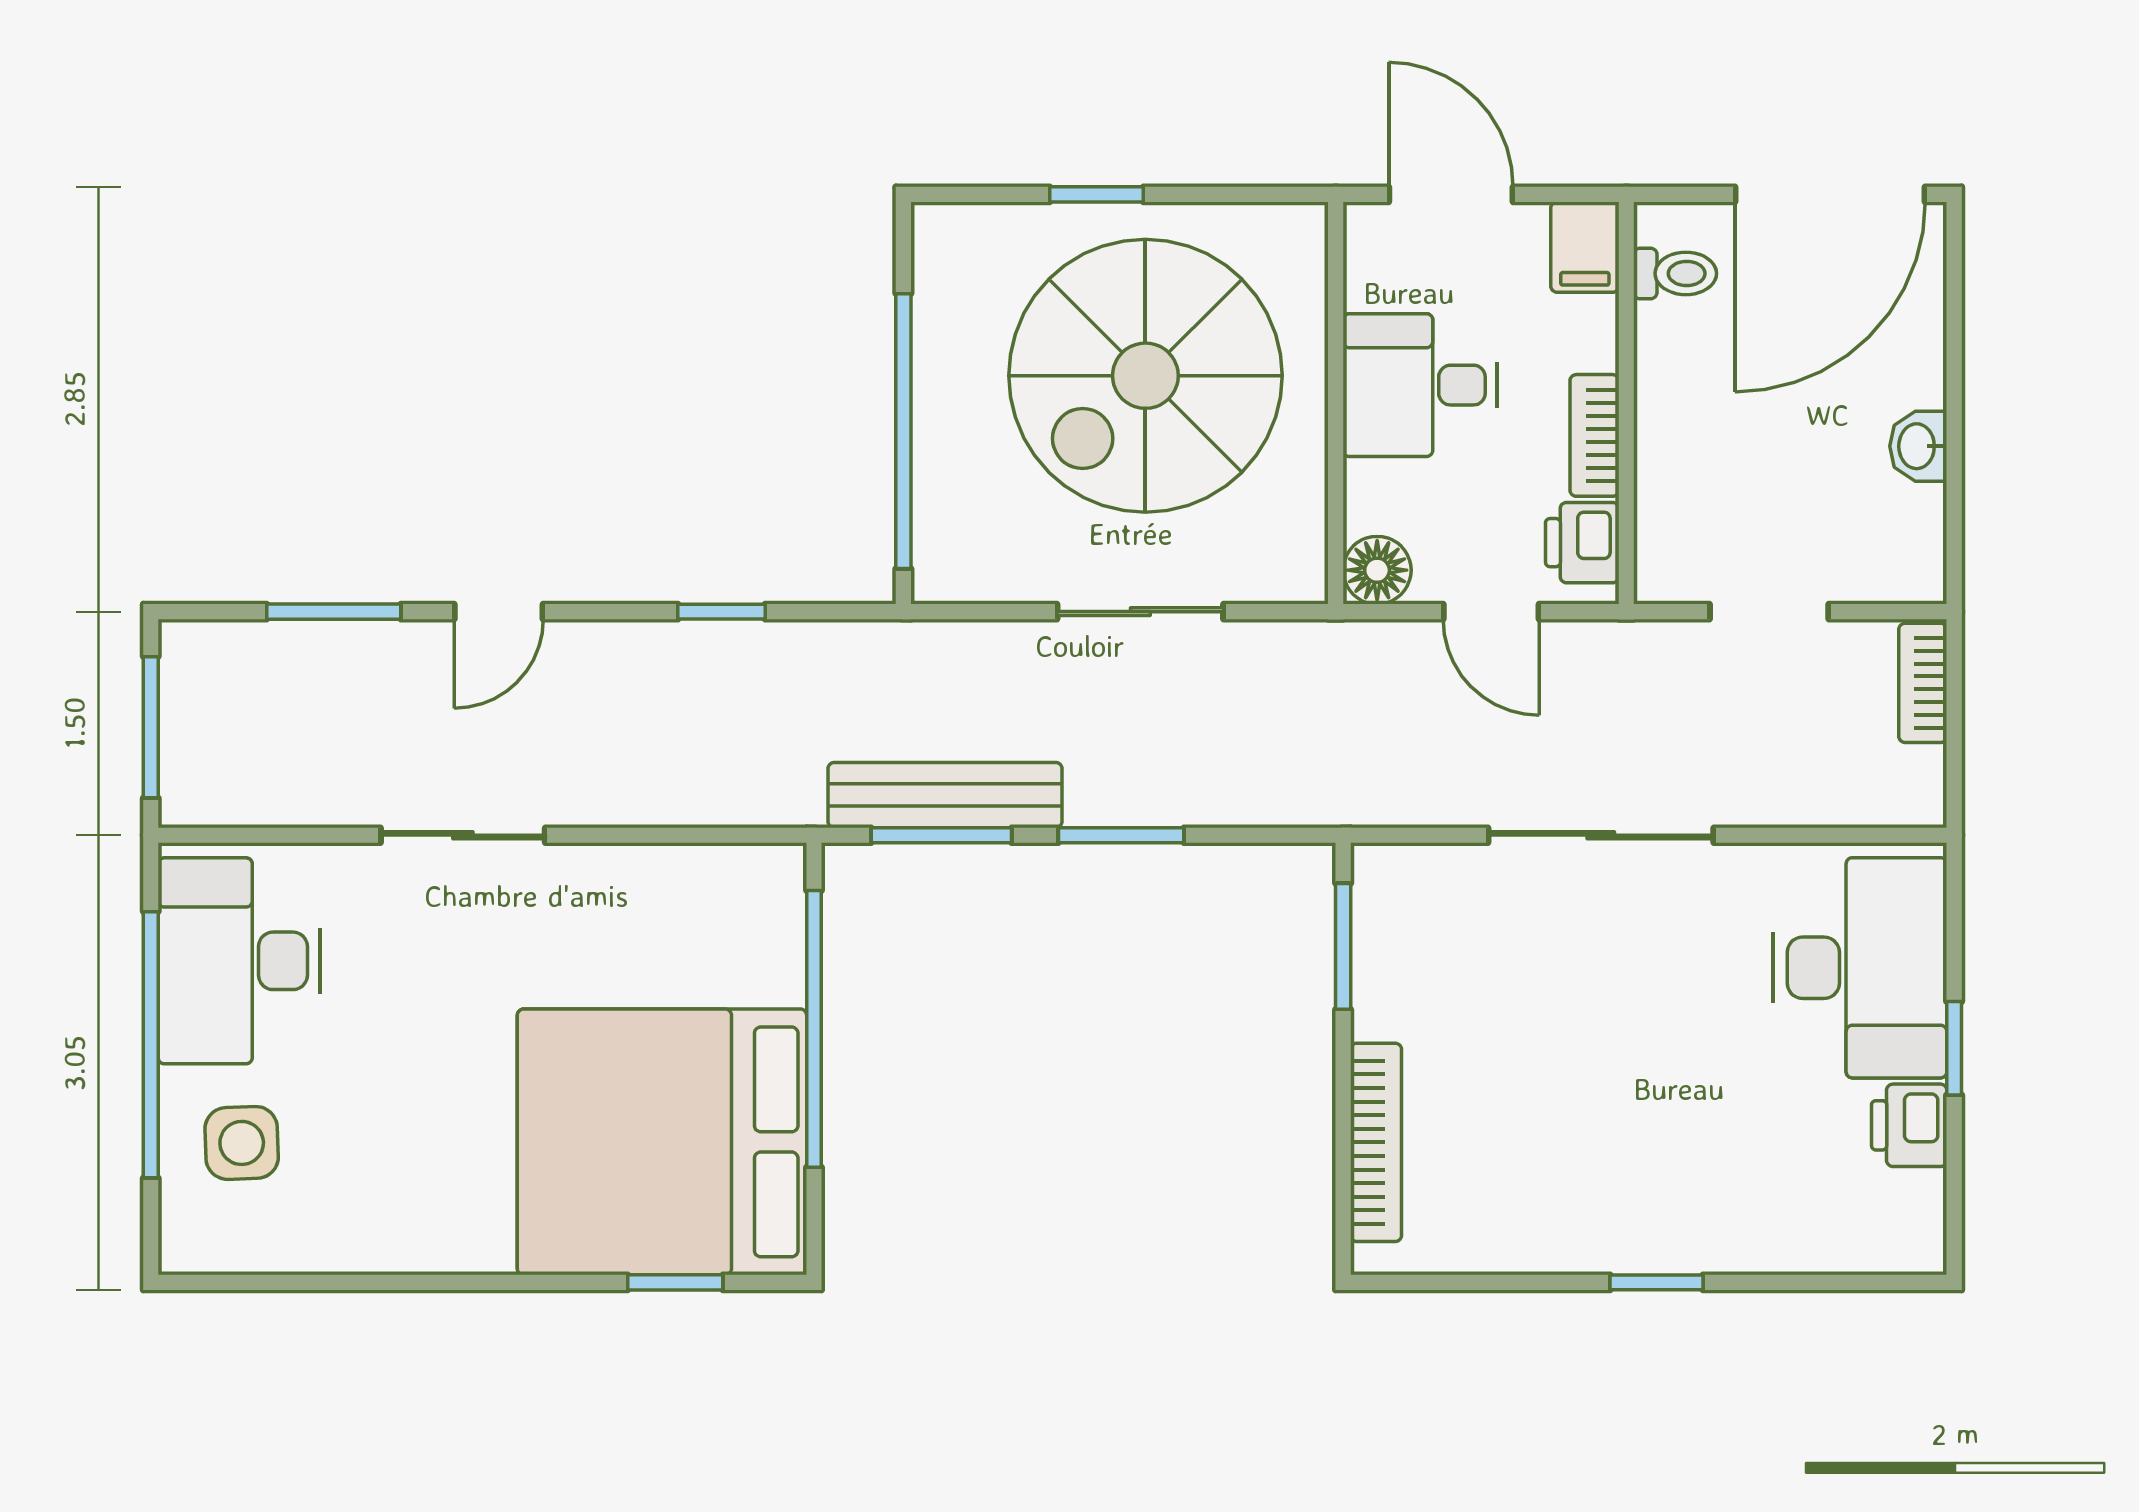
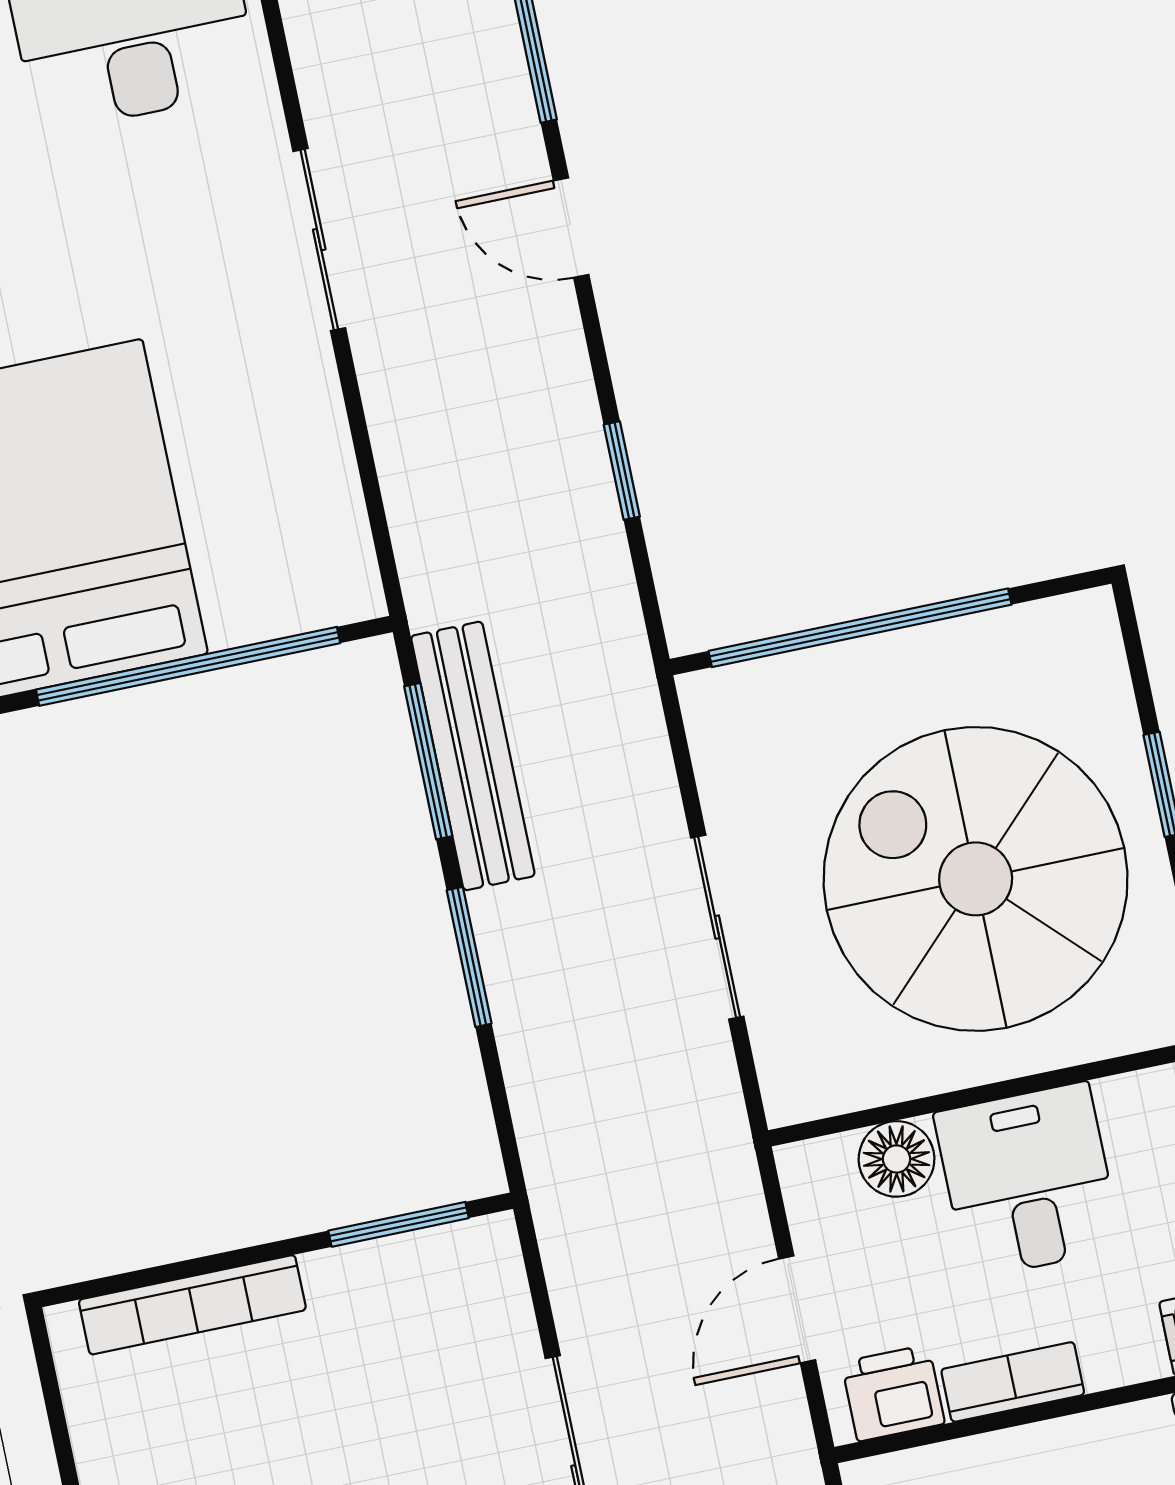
floor lamp: (1377, 570) -> (897, 1159), moved

